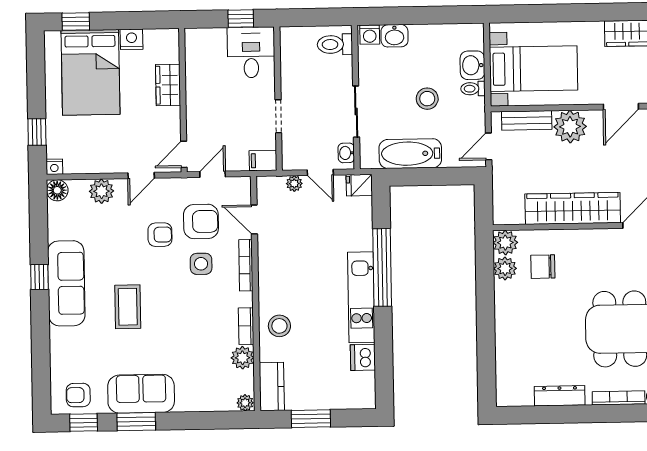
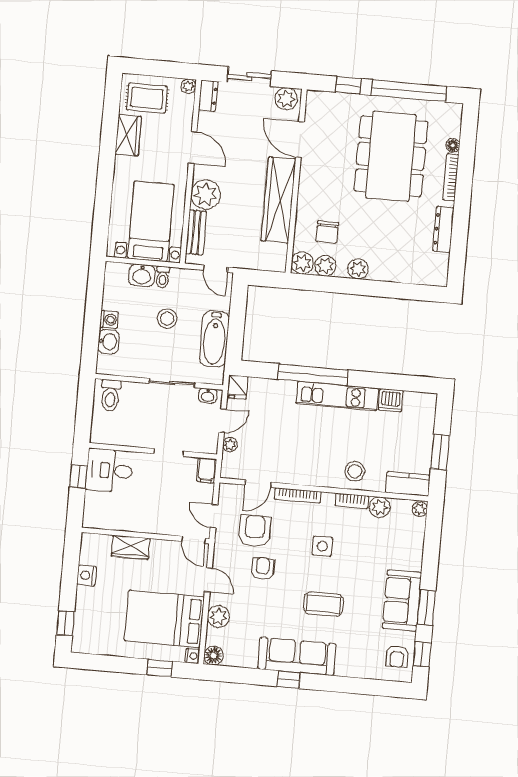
washing machine: (370, 35) -> (109, 320), moved
bed: (91, 72) -> (164, 619), moved, turned 180
side table: (201, 264) -> (322, 546), moved
plant: (505, 305) -> (358, 269), added

